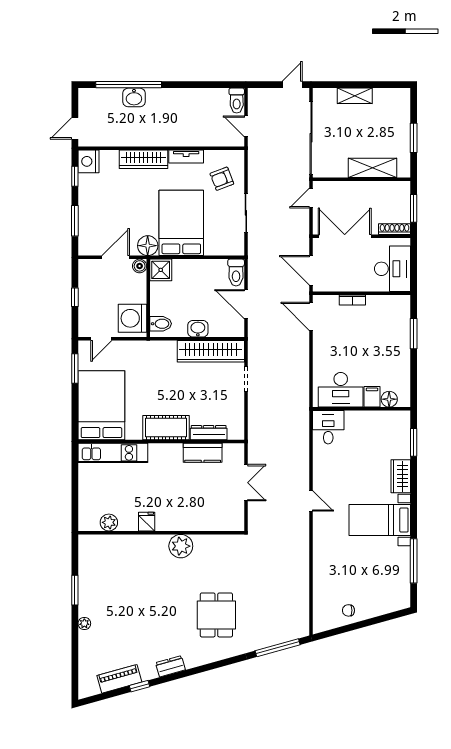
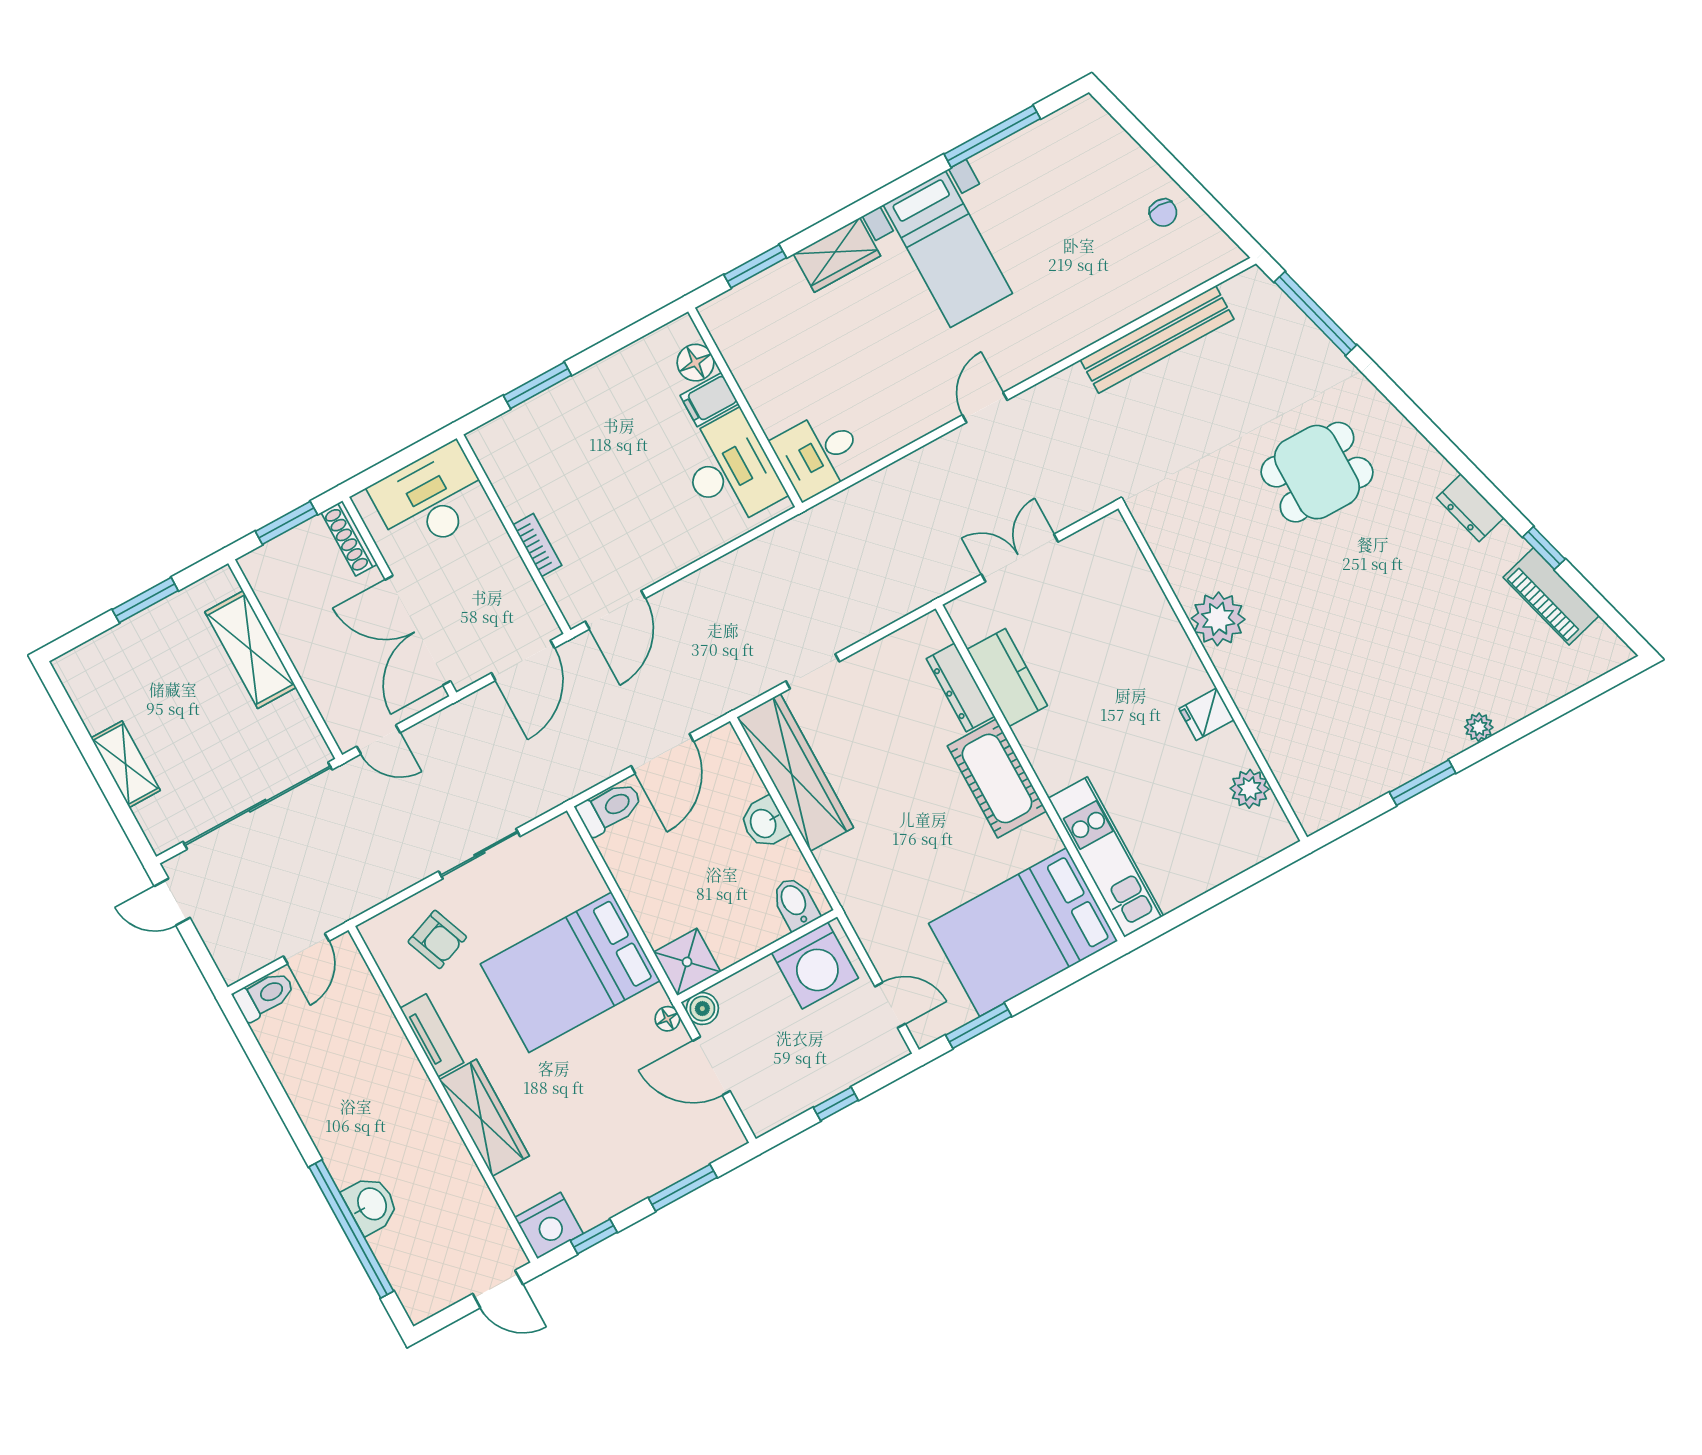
floor lamp: (148, 246) -> (667, 1019), width x0.53, depth x0.53
bench: (301, 581) -> (1157, 339), added

